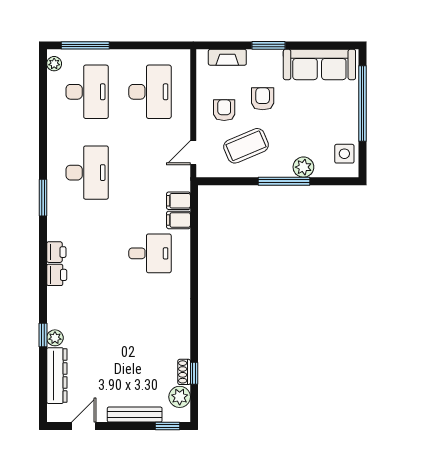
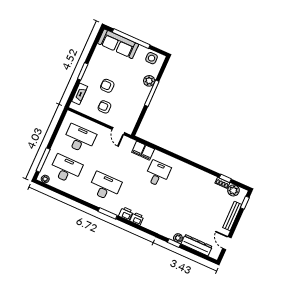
sofa: (319, 64) -> (118, 44), moved, turned 90
coffee table: (246, 146) -> (126, 104), removed
printer: (57, 275) -> (126, 214), moved

